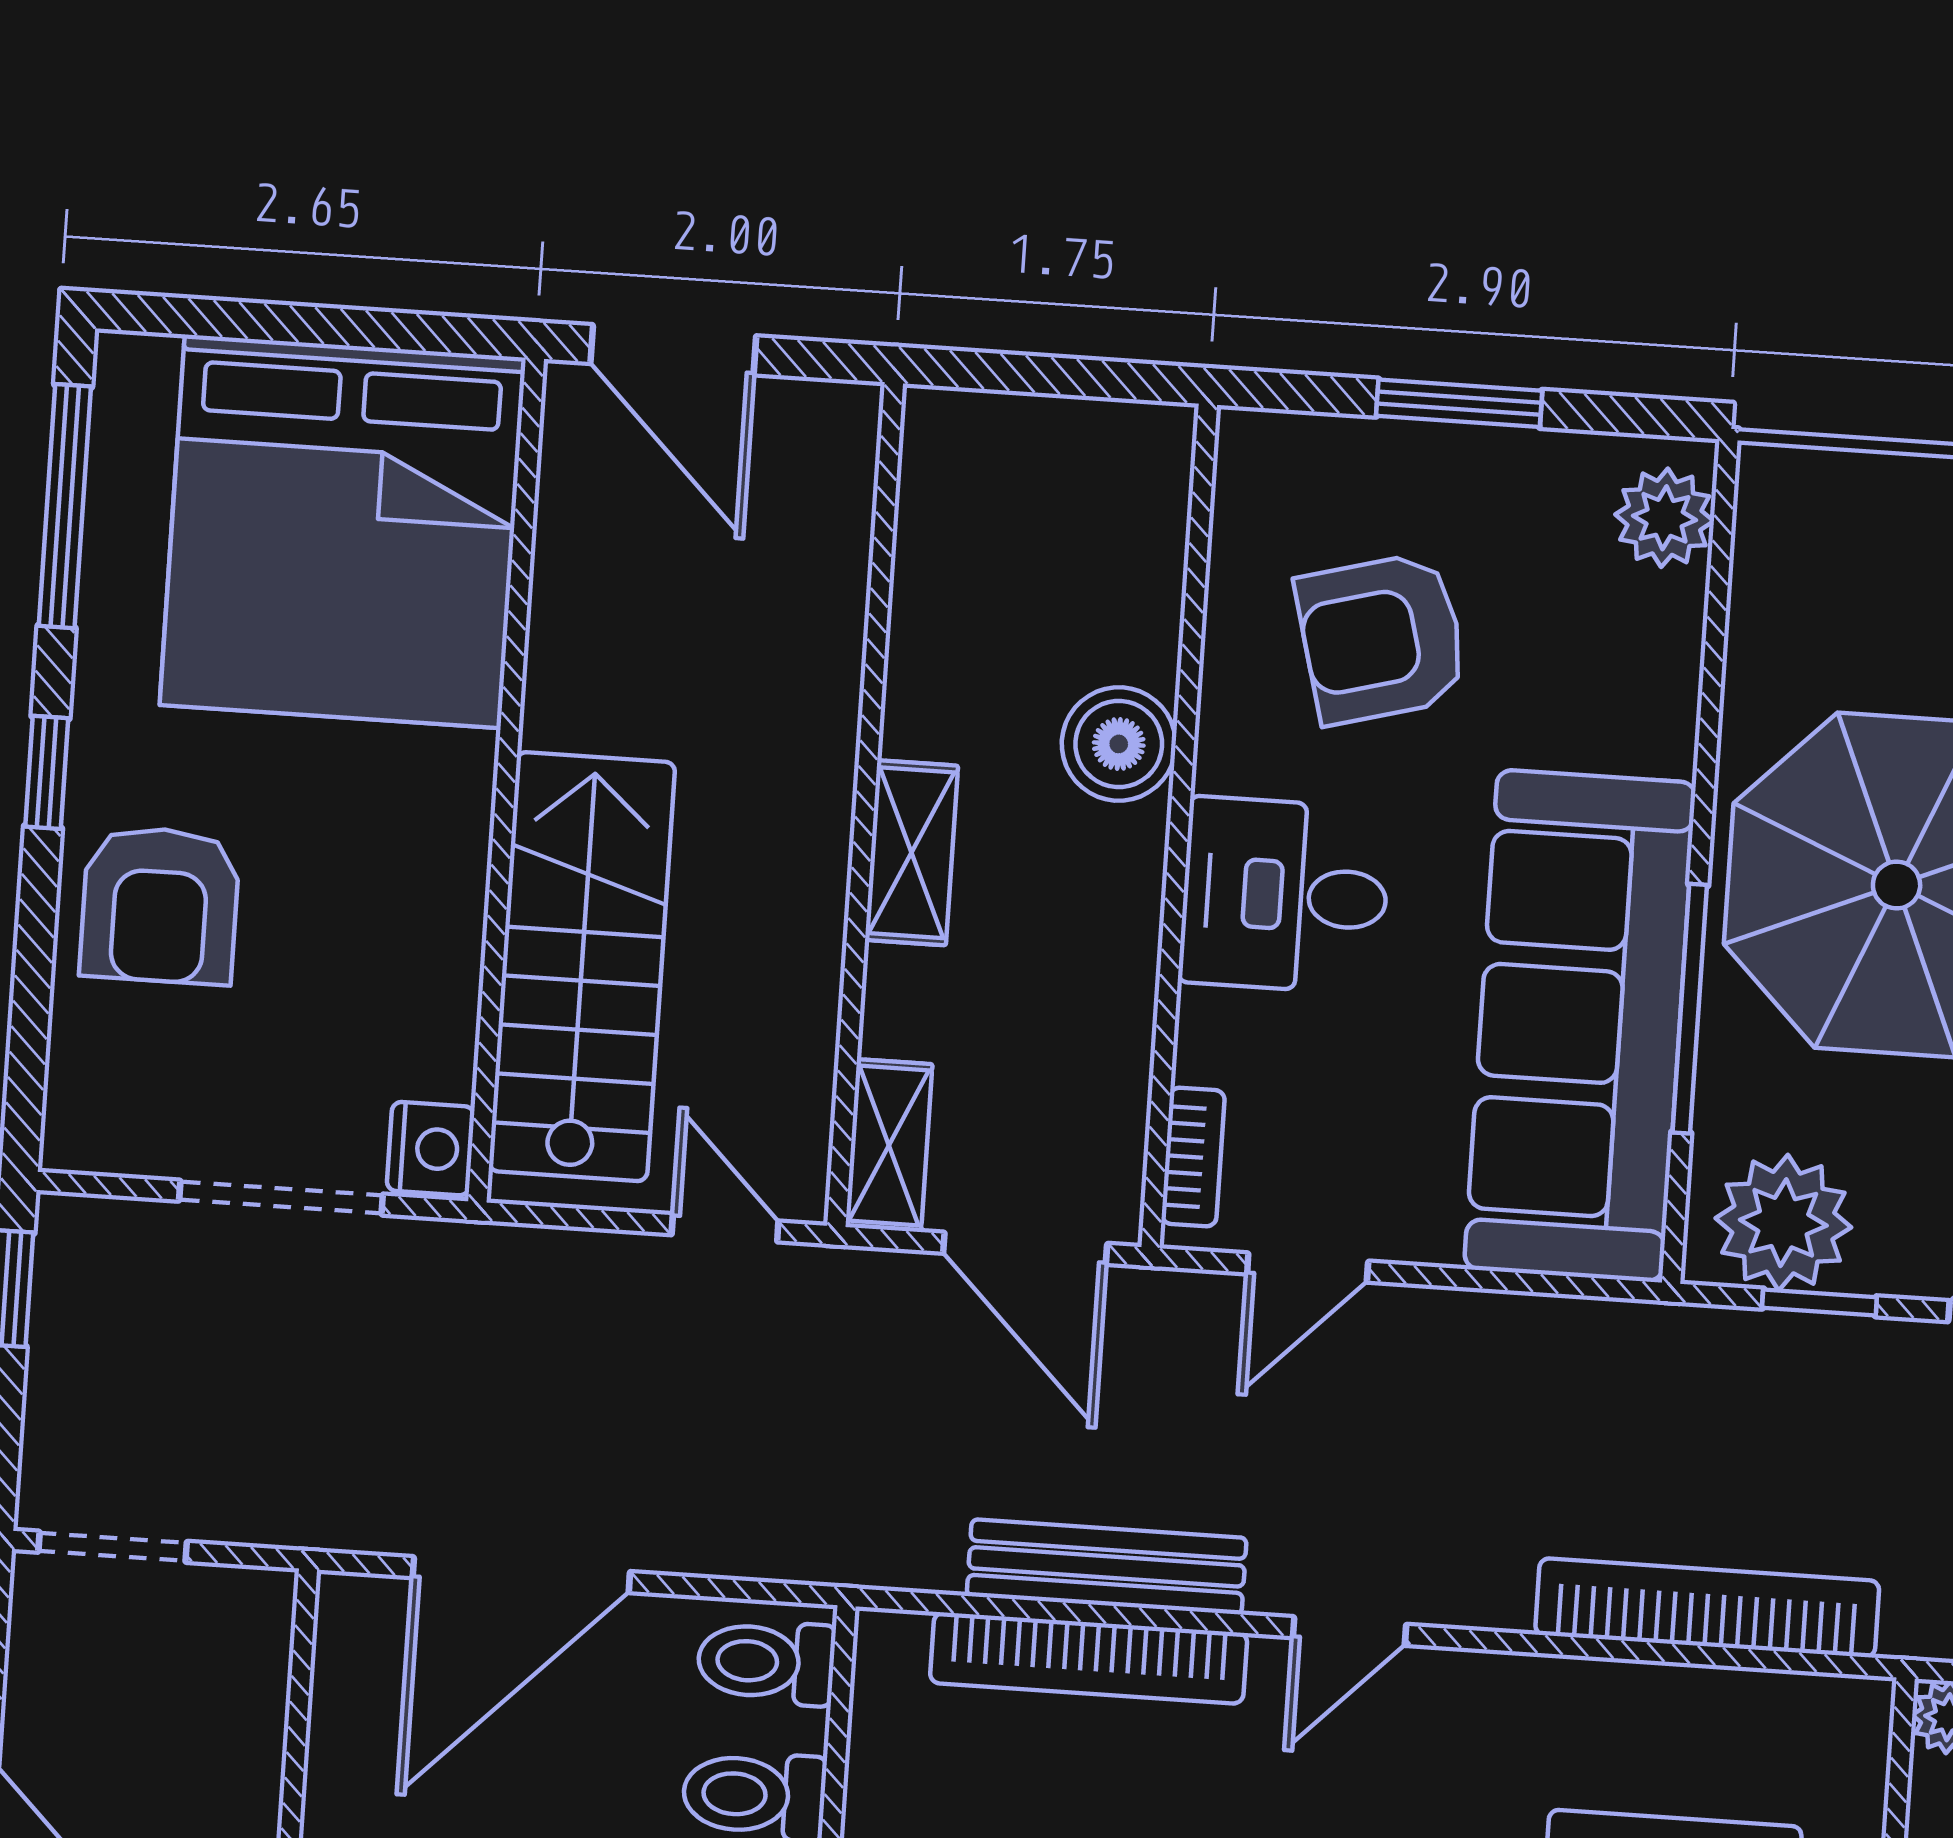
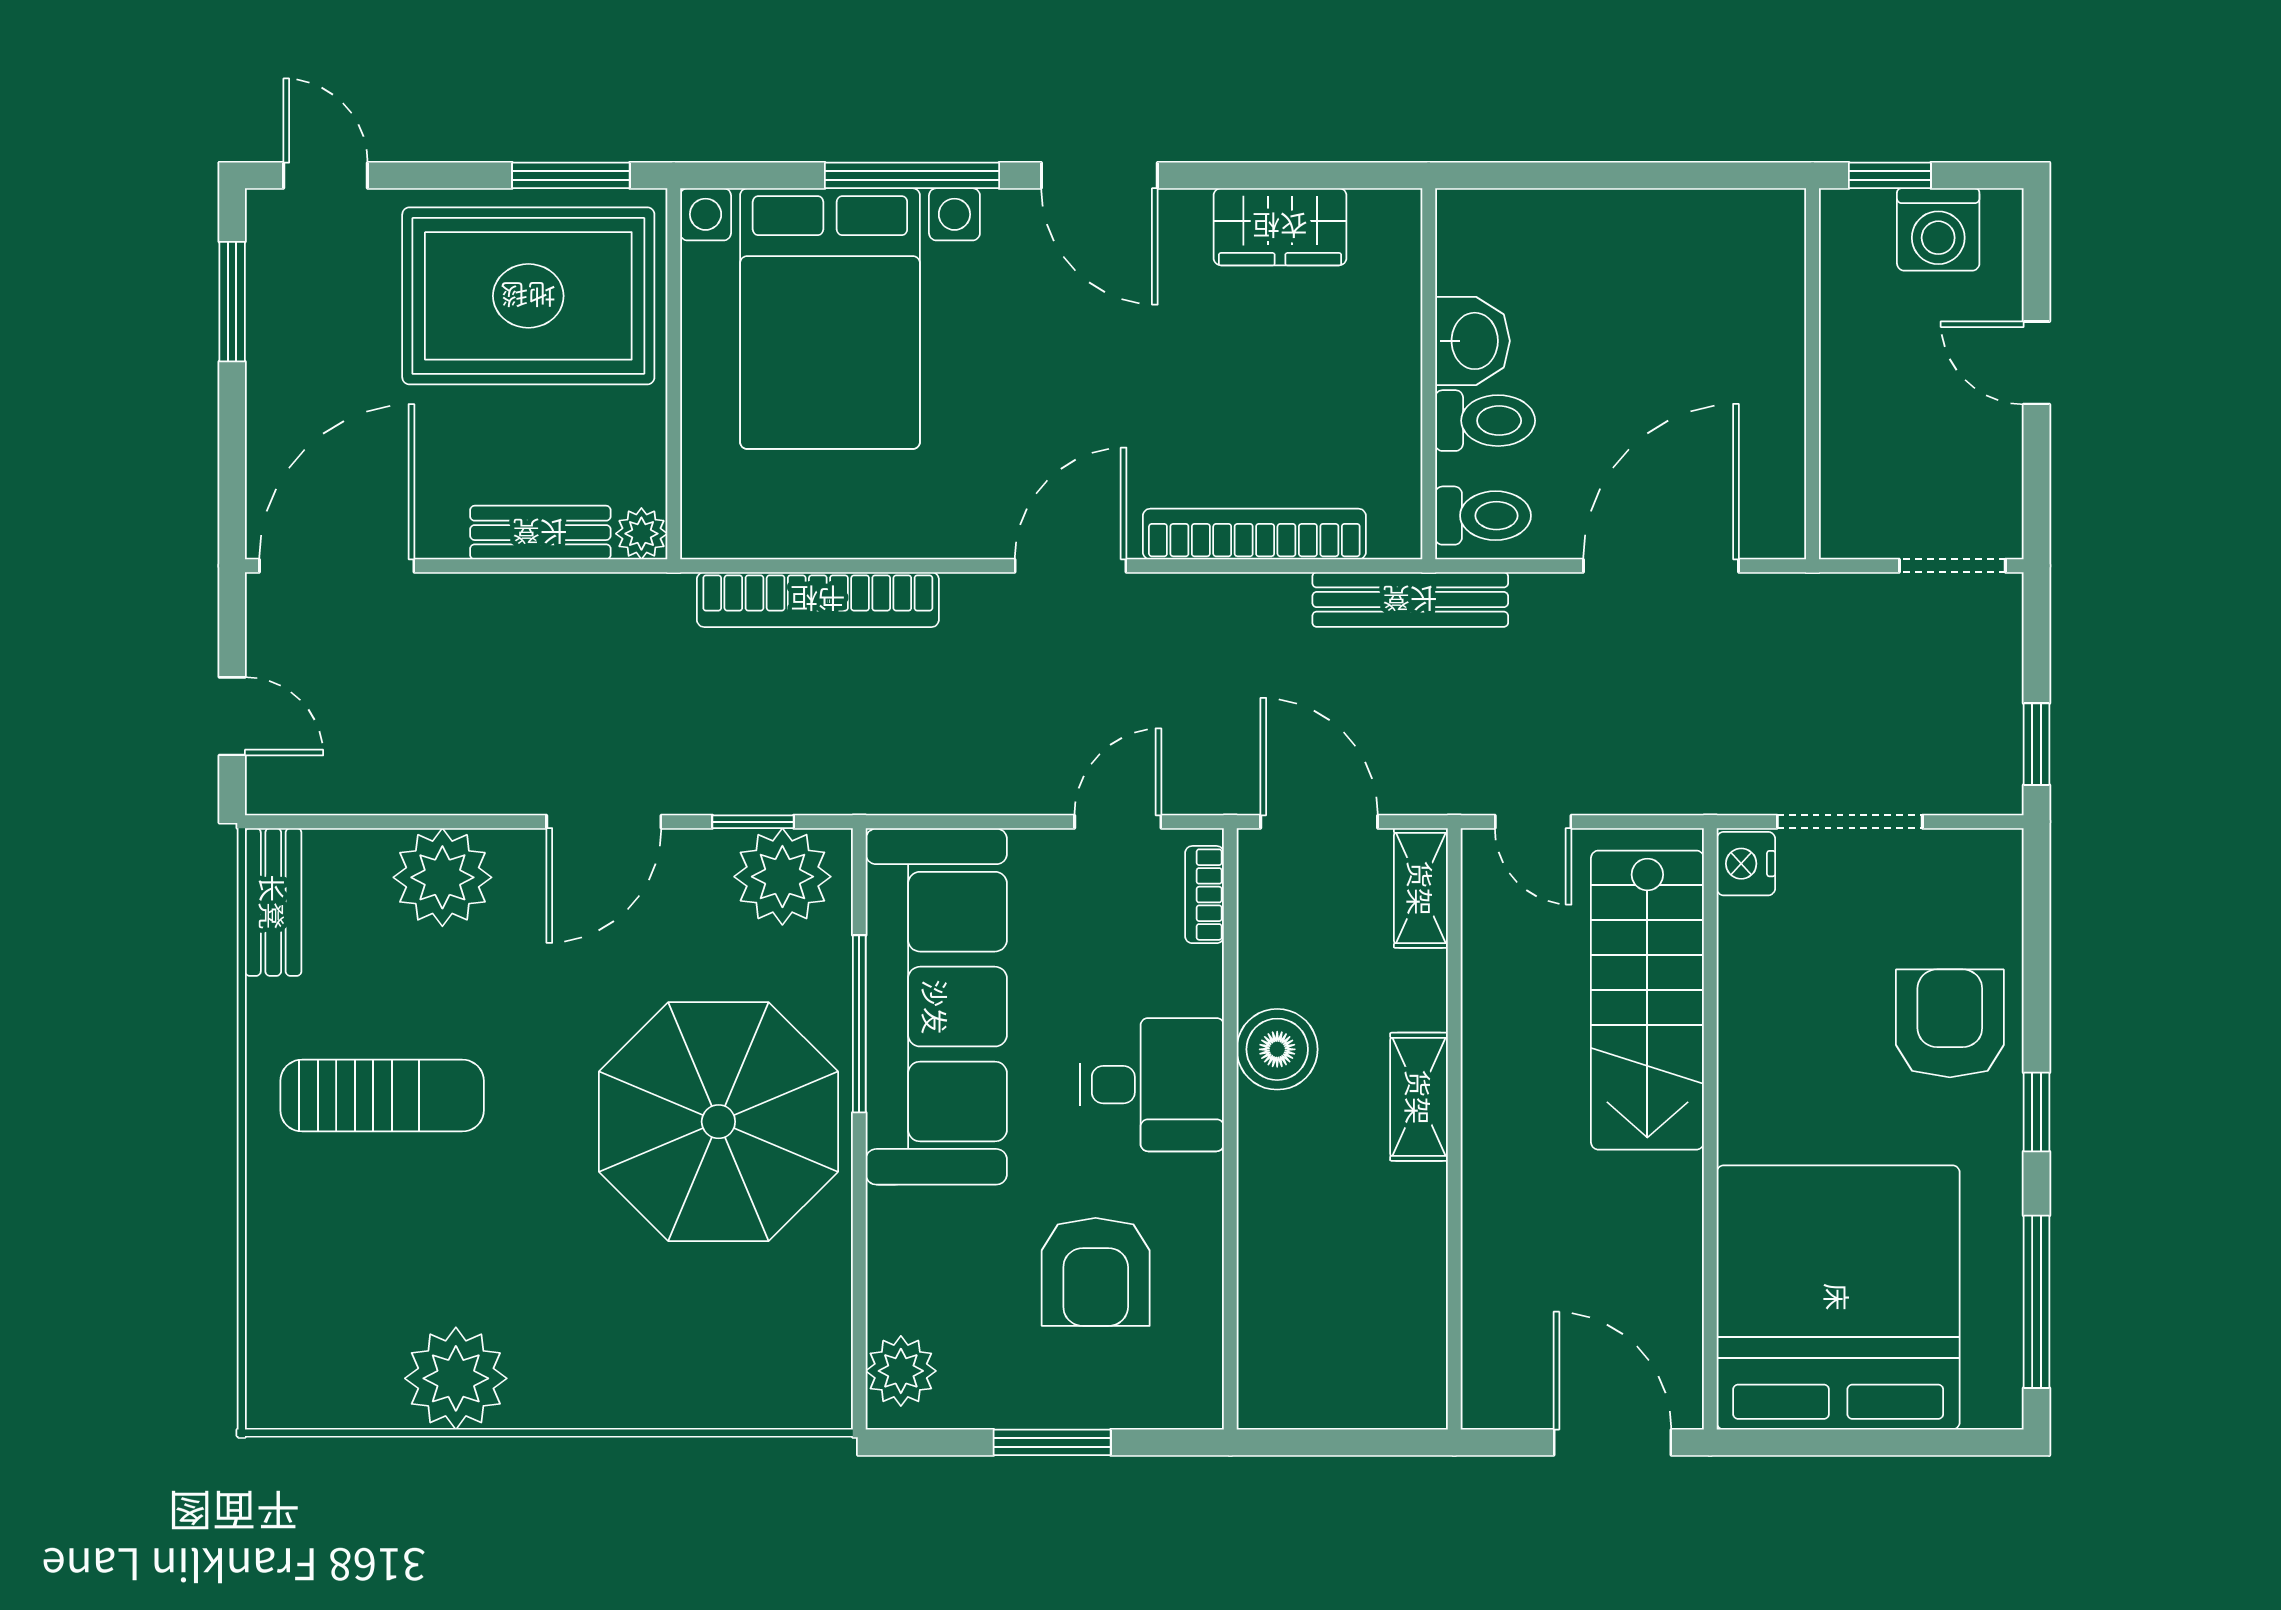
armchair: (1382, 638) -> (1096, 1272), turned 105
boiler: (1119, 744) -> (1277, 1049), moved
bench: (1107, 1567) -> (1410, 600), moved
door: (1349, 1631) -> (1071, 566), width x1.38

